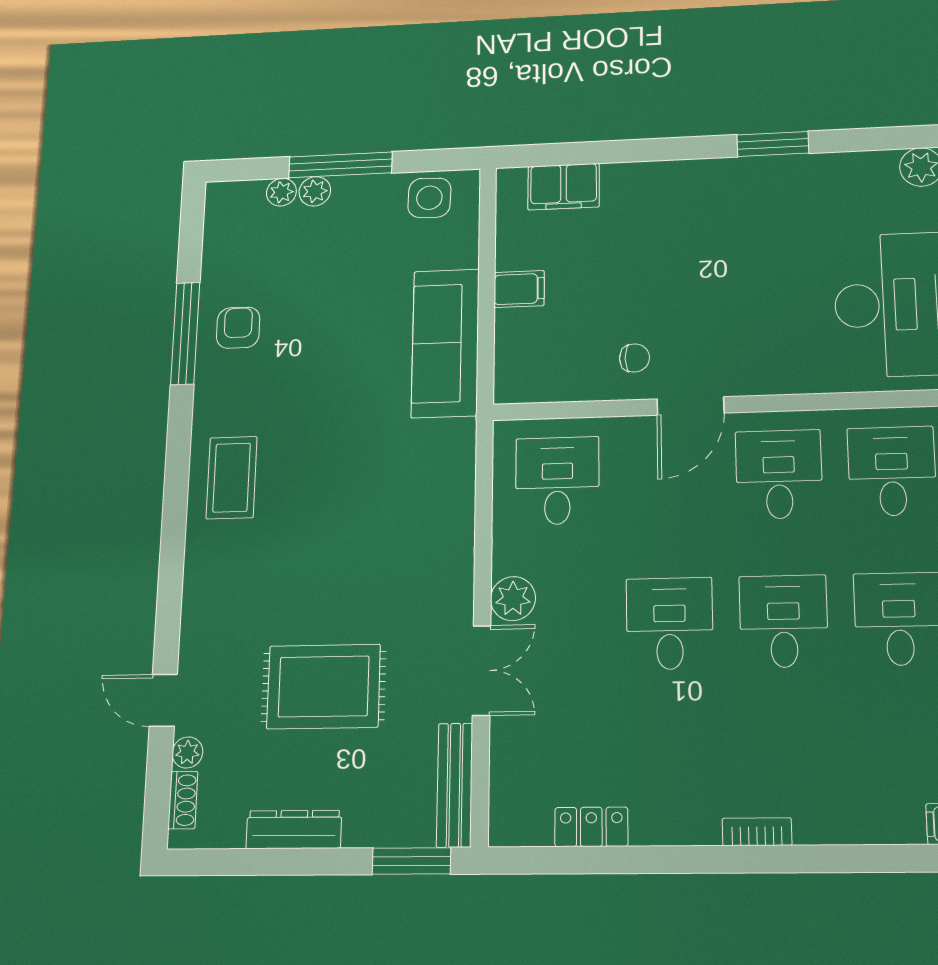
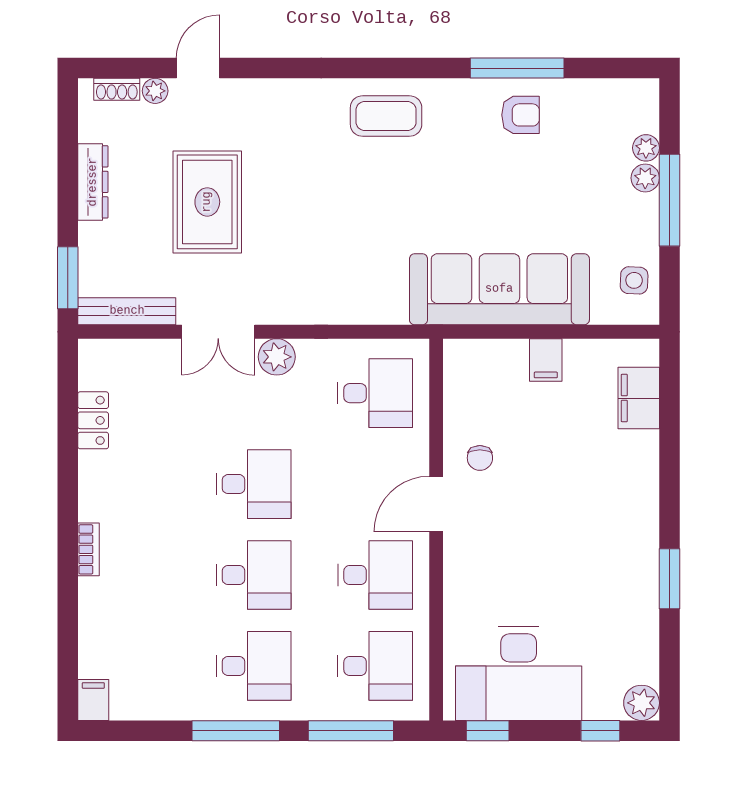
side table: (429, 198) -> (634, 280), width x0.73, depth x0.73
sofa: (445, 343) -> (499, 289), width x1.36, depth x1.27
door: (690, 406) -> (436, 504), hinge flipped

